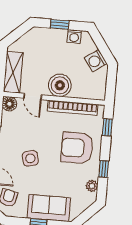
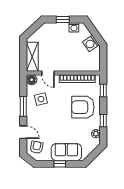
boiler: (60, 85) -> (67, 63), removed
side table: (30, 158) -> (41, 99), moved

